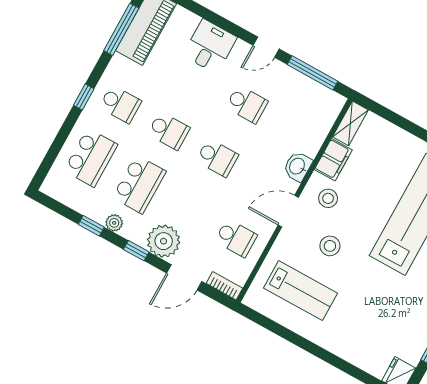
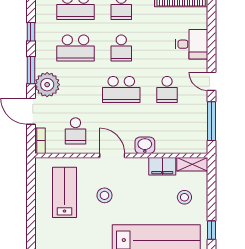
school desk: (217, 158) -> (121, 89), width x1.85
stool: (328, 198) -> (184, 197), moved
plant: (114, 223) -> (41, 46), removed
window: (136, 251) -> (31, 70), width x1.50
lab bench: (301, 291) -> (65, 192), turned 180

